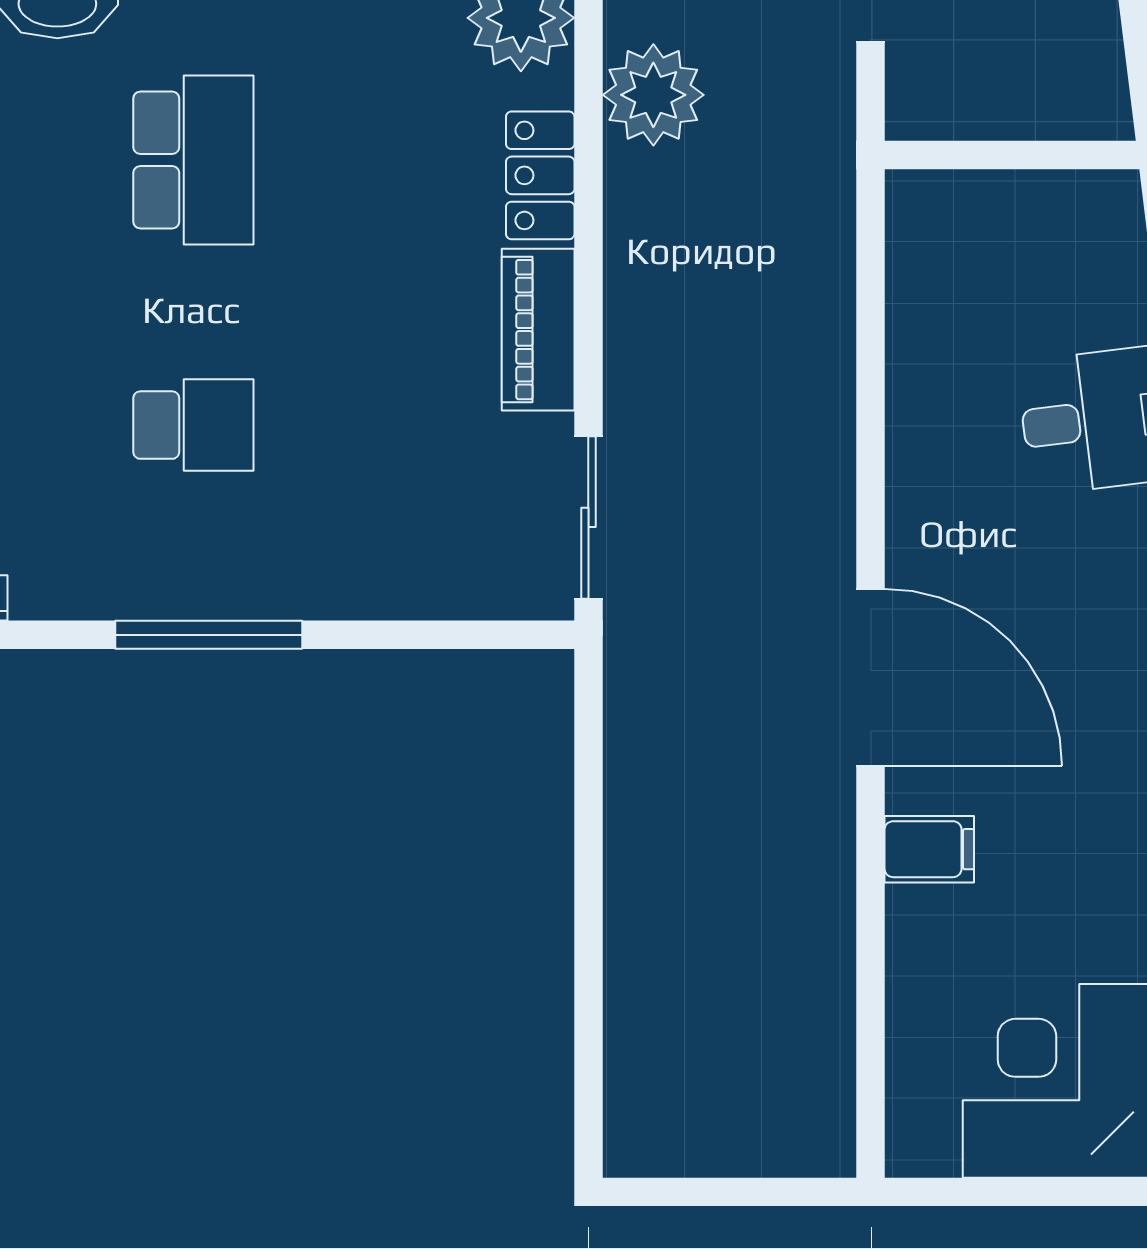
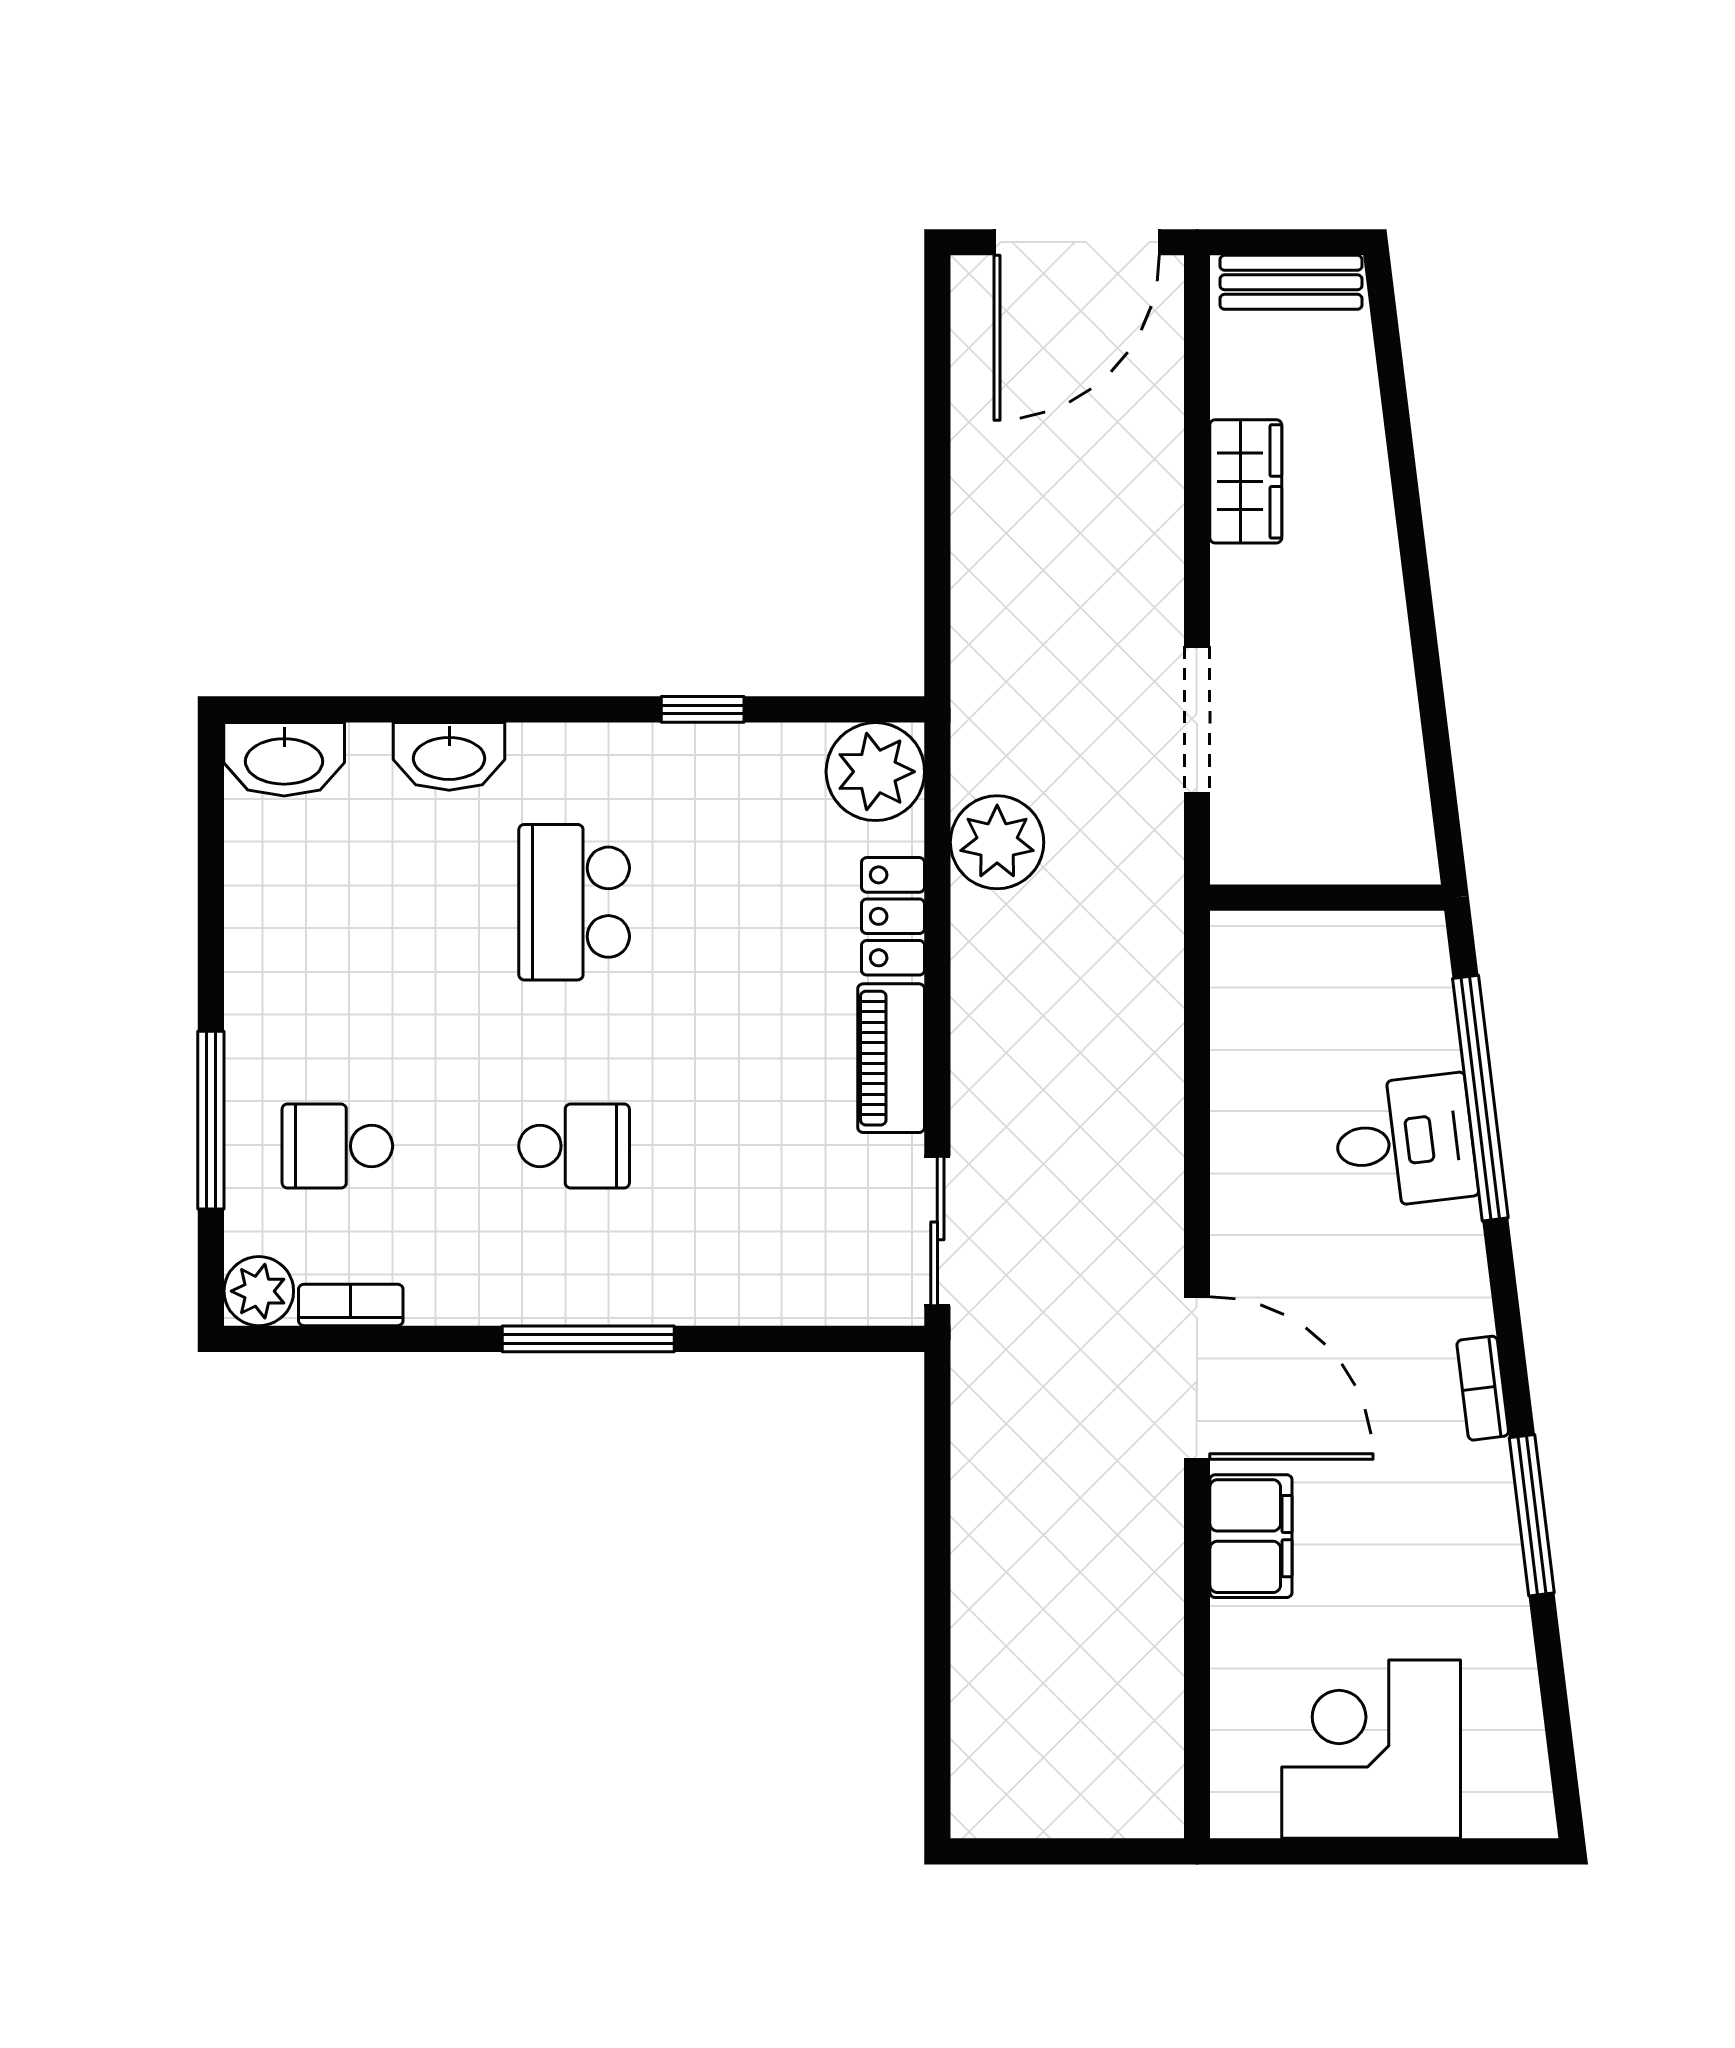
school desk: (193, 160) -> (574, 902), turned 180
filing cabinet: (929, 849) -> (1251, 1536), width x2.00

